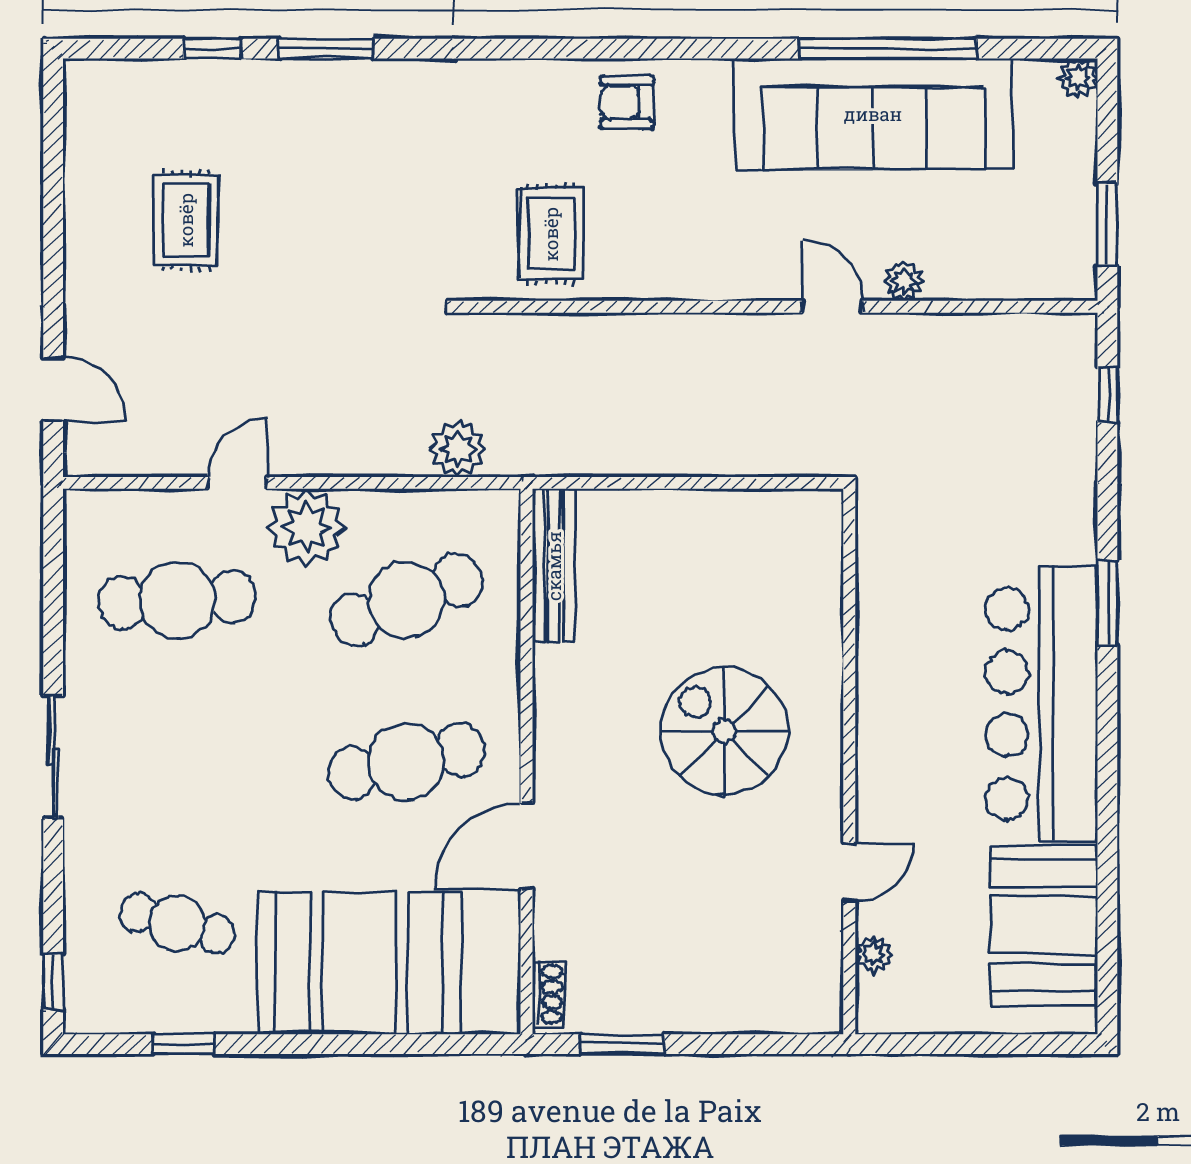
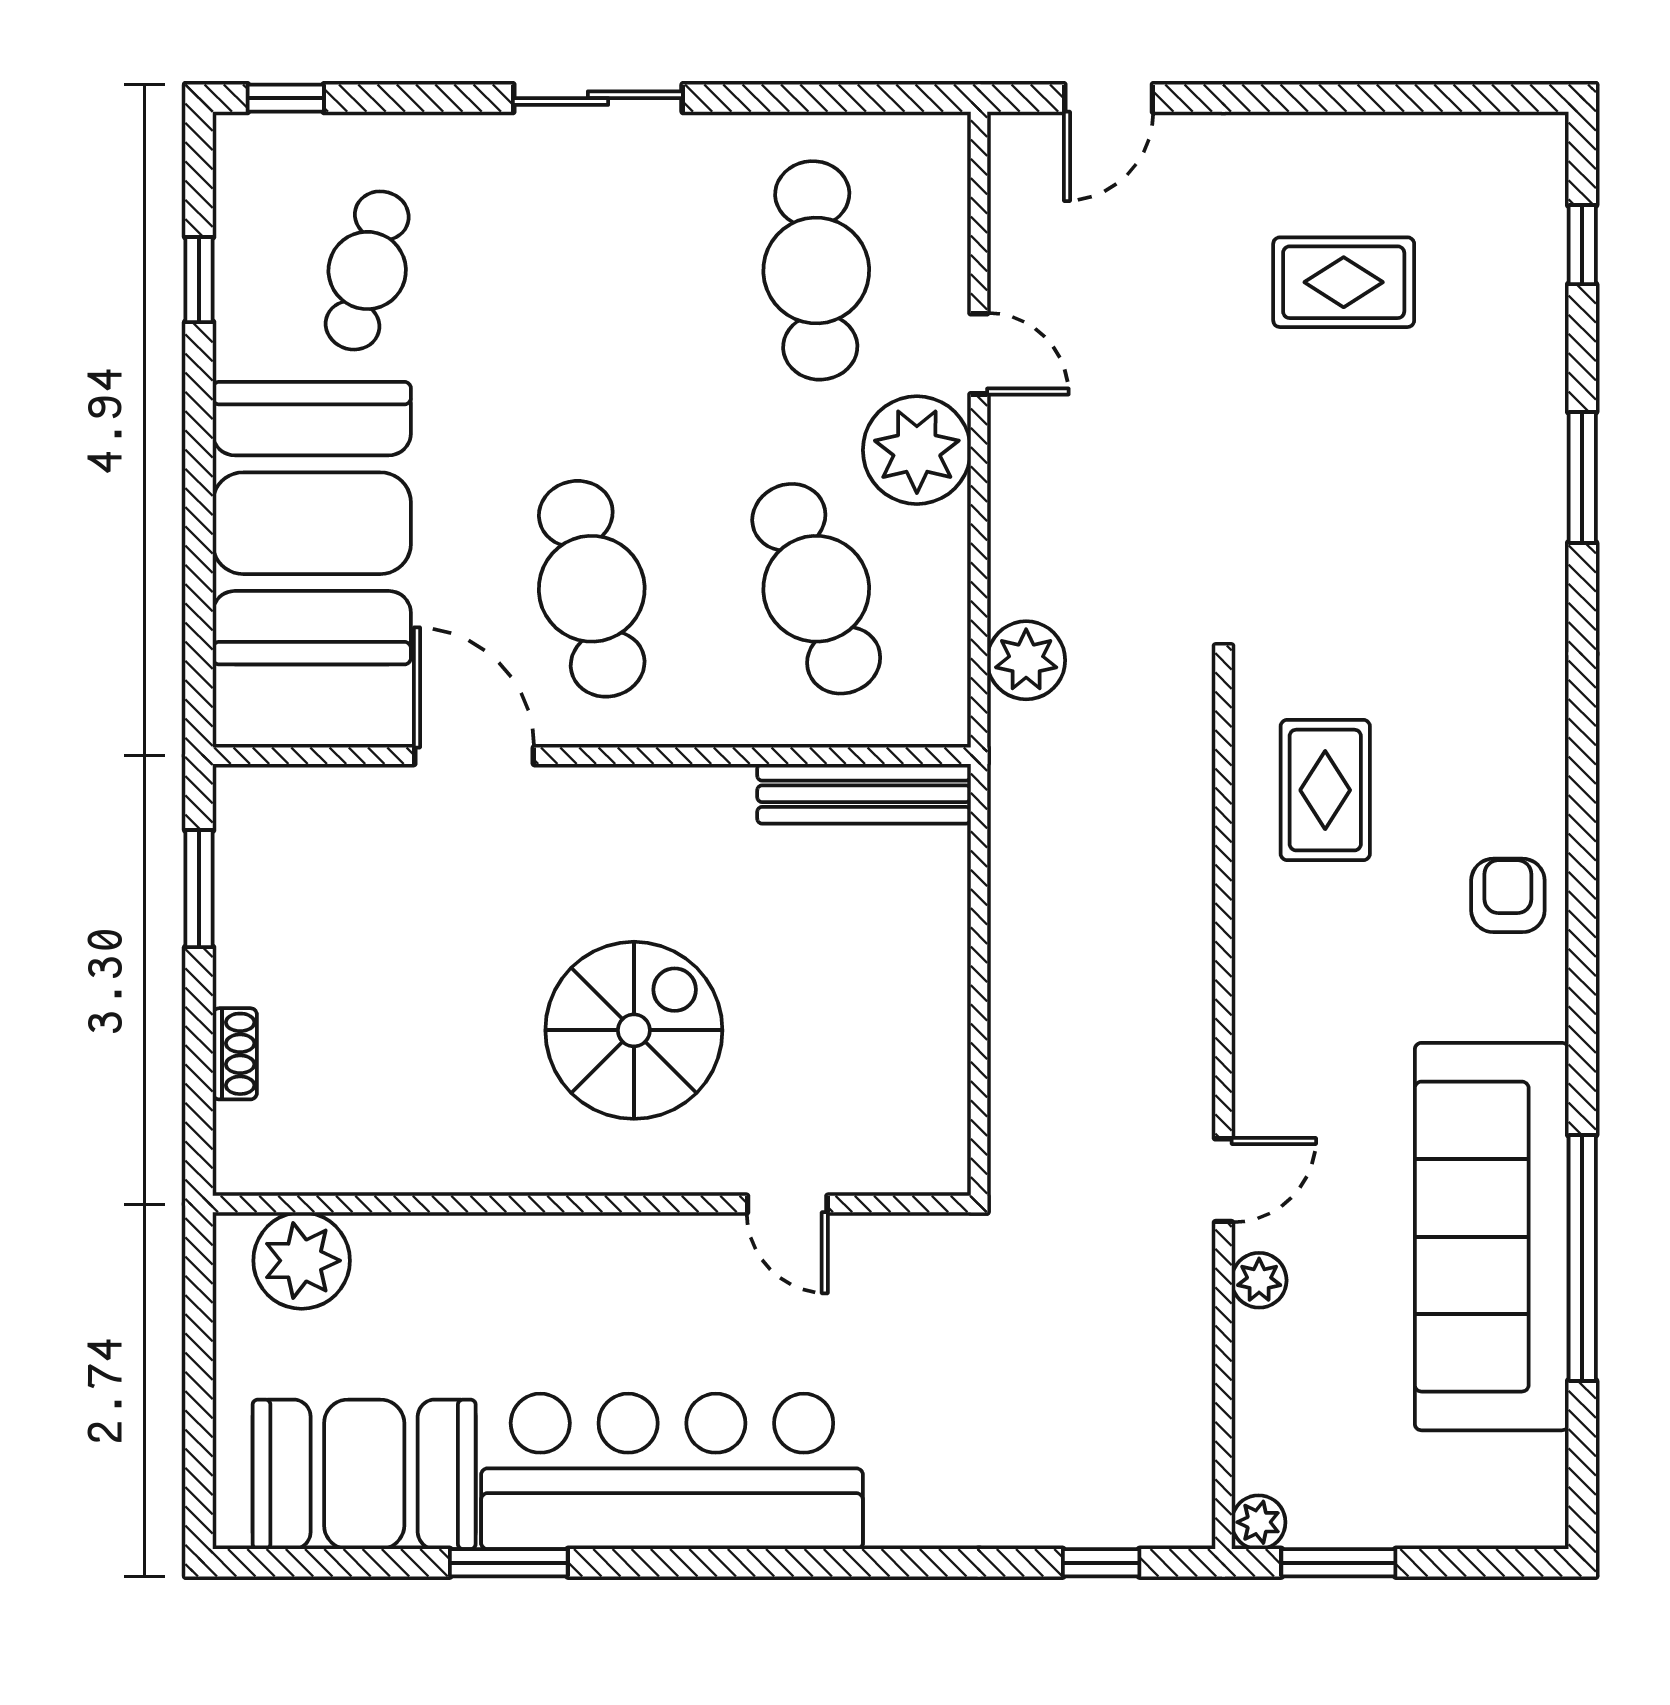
window: (212, 49) -> (1582, 245), moved
plant: (1078, 78) -> (1259, 1522), moved
rug: (551, 234) -> (1325, 790), turned 90
window: (1107, 603) -> (509, 1563), moved
door: (849, 872) -> (787, 1204), moved
plant: (874, 954) -> (302, 1261), width x1.88, depth x1.88
shoe rack: (548, 994) -> (235, 1054), moved, turned -90

